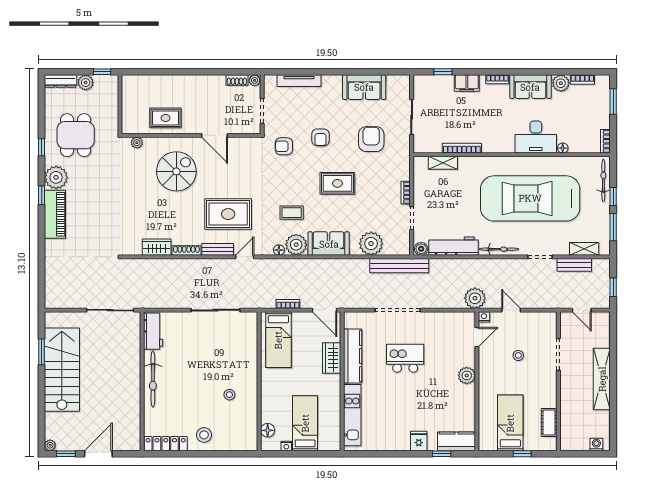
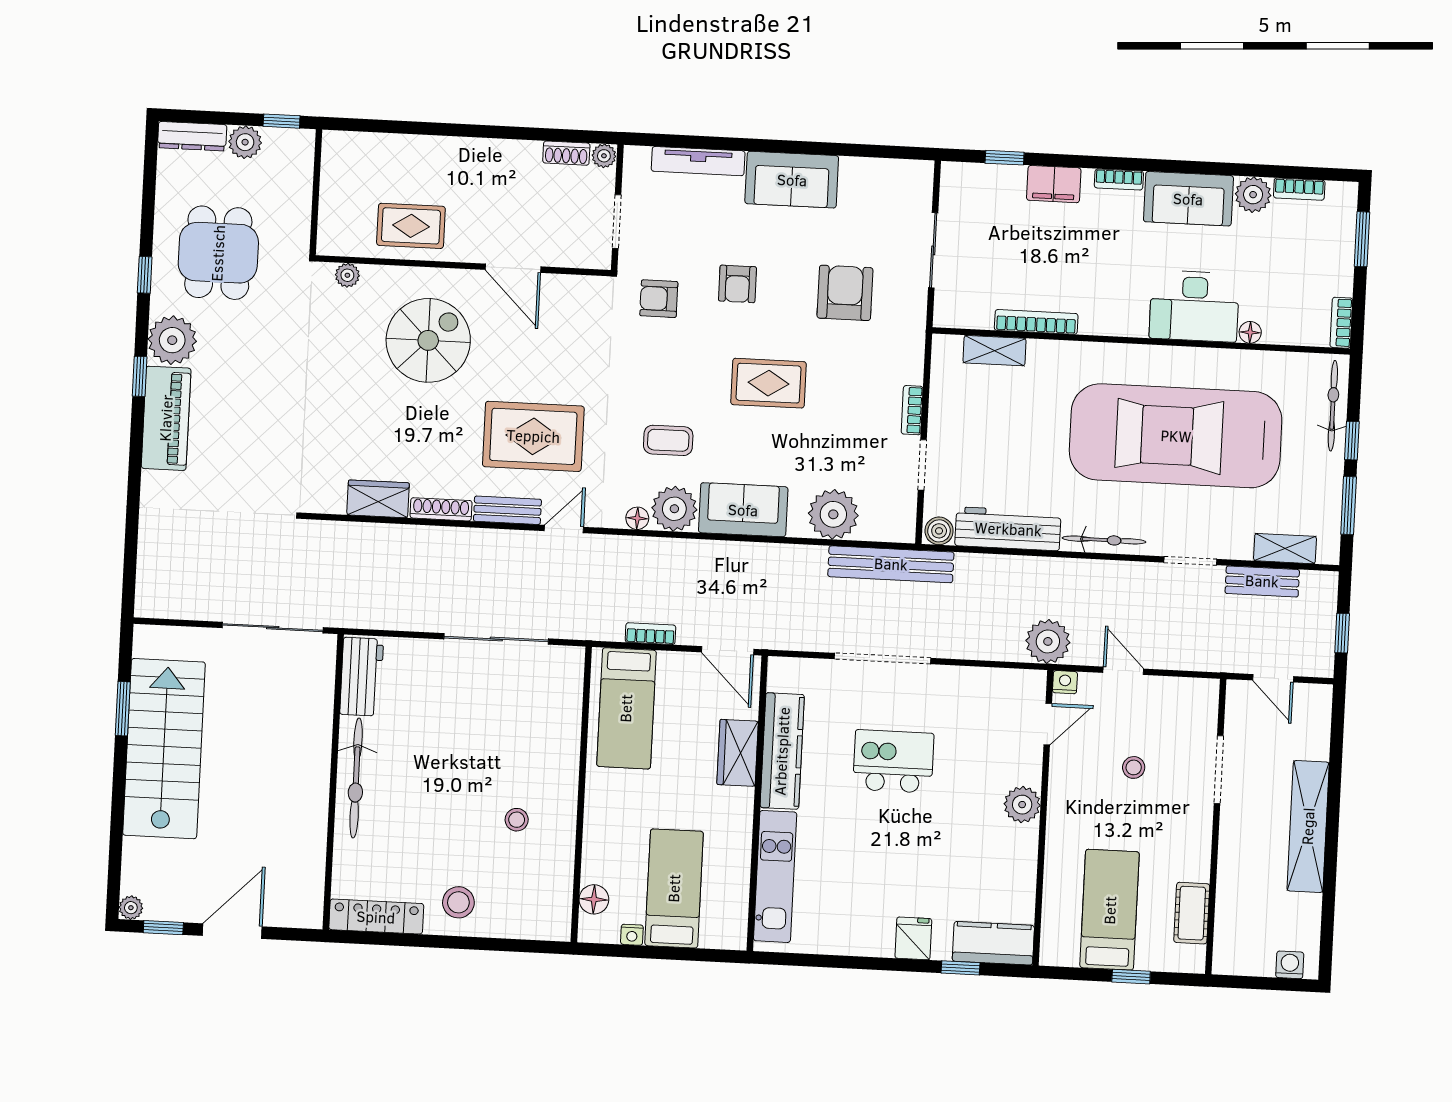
sofa: (364, 87) -> (792, 180), moved

